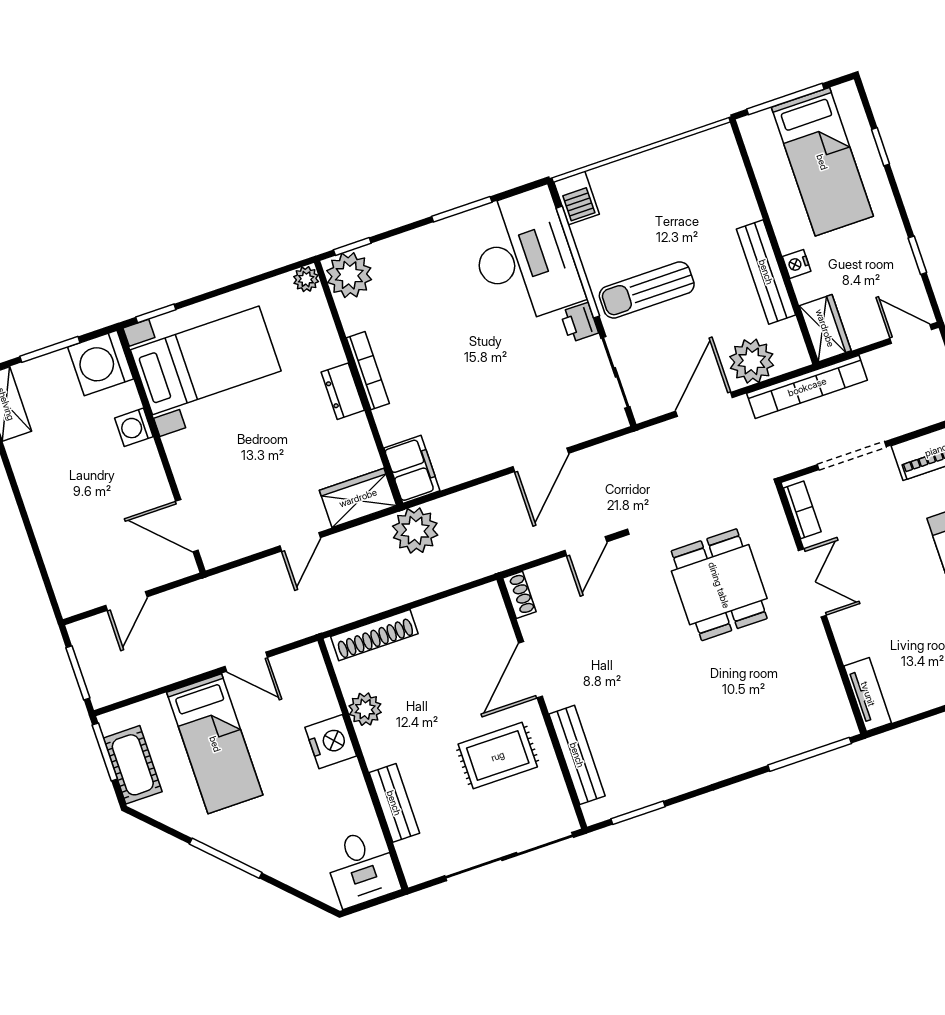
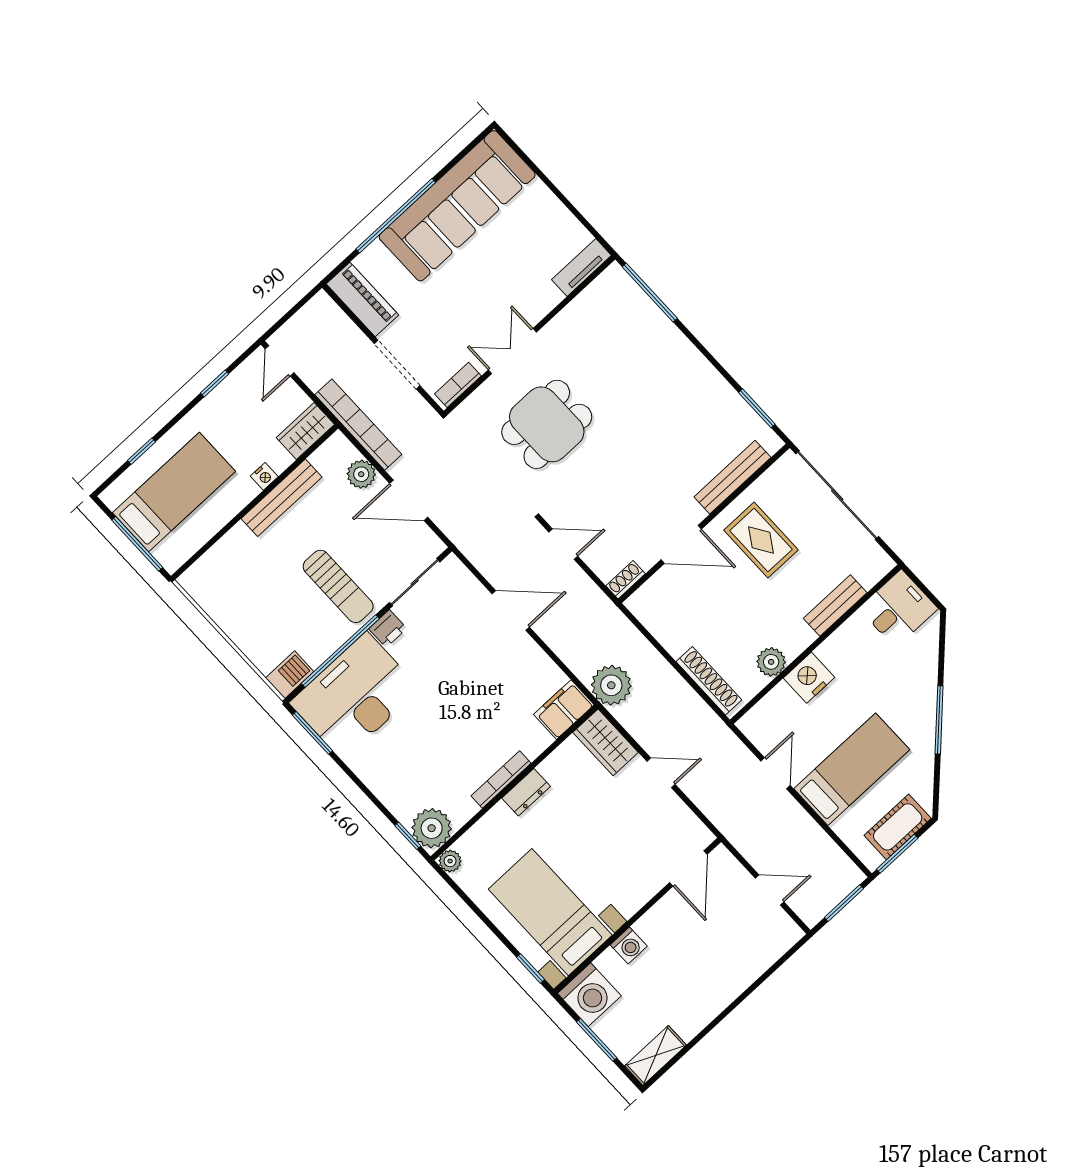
window: (462, 209) -> (312, 733), moved
plant: (752, 361) -> (361, 474), width x0.73, depth x0.73

